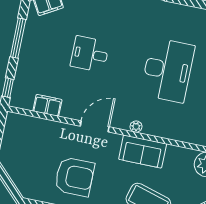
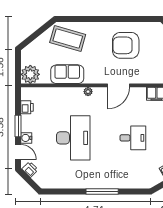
desk: (168, 70) -> (73, 138), turned 180
sofa: (143, 152) -> (67, 74), moved

